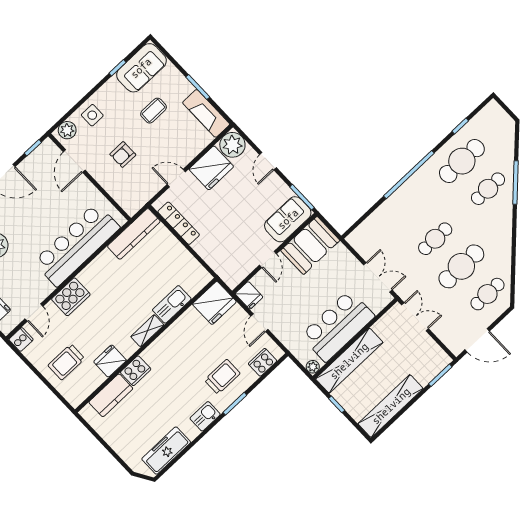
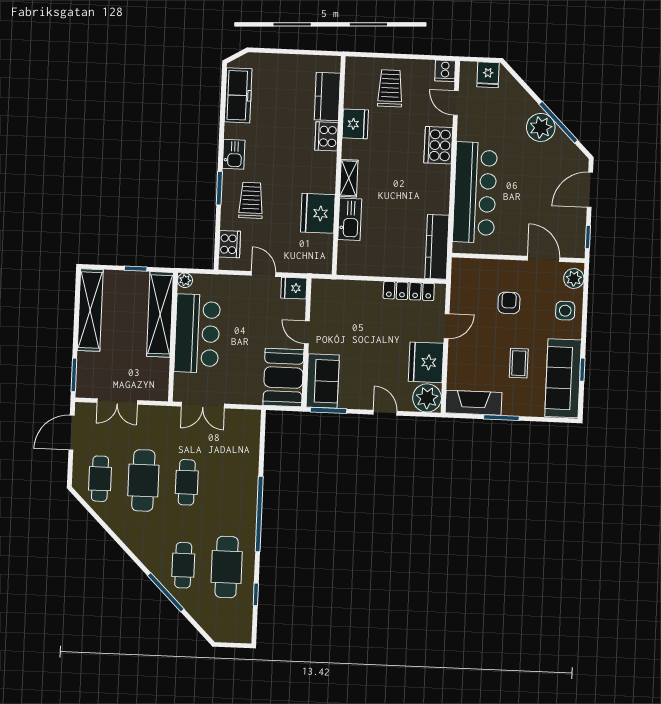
sofa: (141, 68) -> (563, 378), width x1.36
fridge: (214, 303) -> (318, 213), moved
double door: (415, 317) -> (117, 402), moved
trolley: (222, 377) -> (251, 200), turned 180

